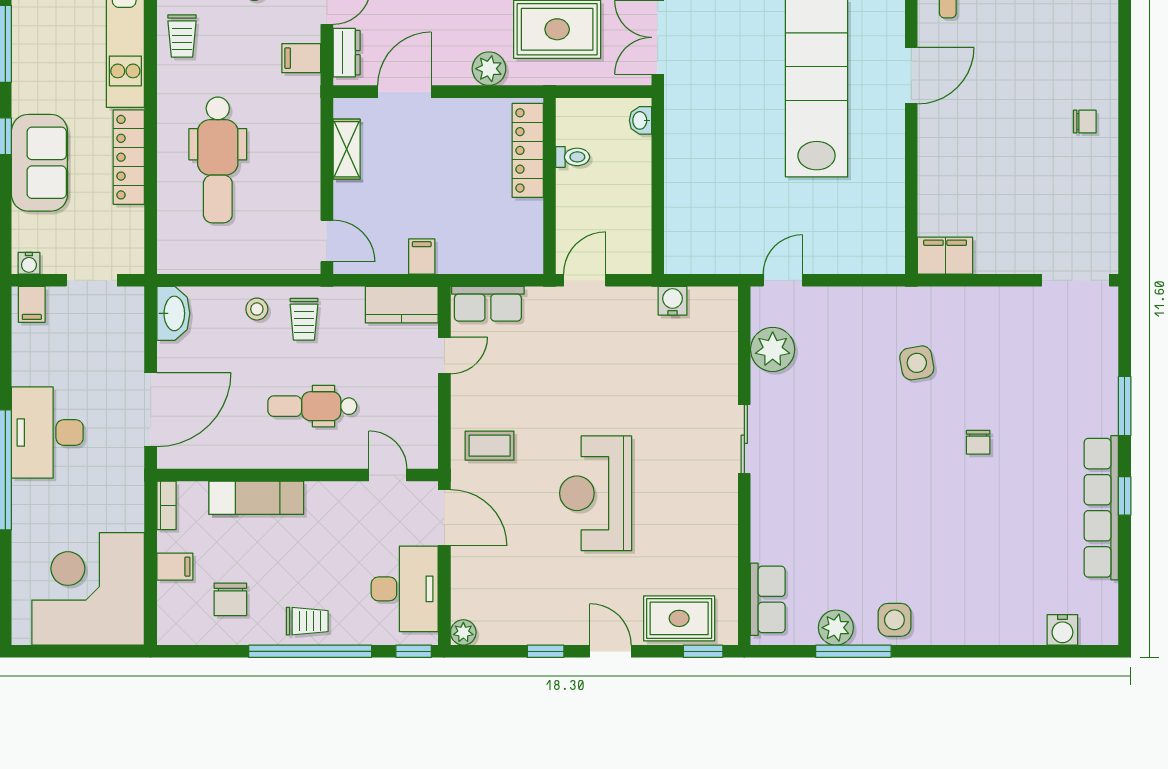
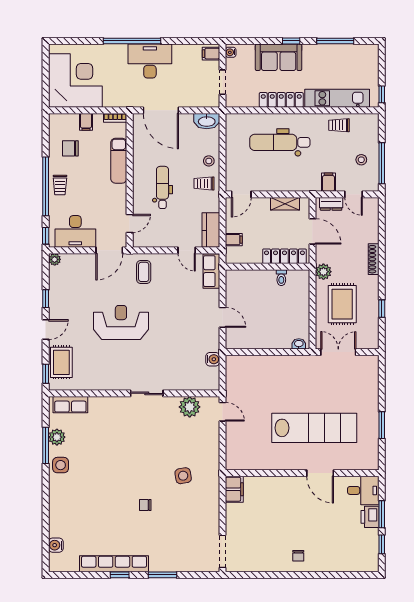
locker: (528, 150) -> (284, 256), moved
toilet: (573, 157) -> (281, 278), moved
wall: (549, 186) -> (268, 267), moved

